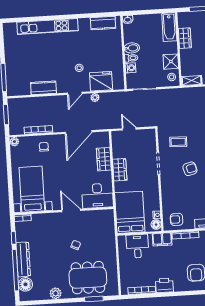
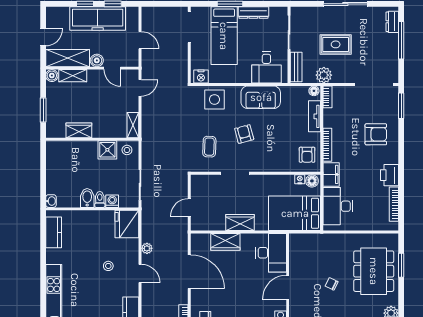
bathtub: (169, 27) -> (64, 149), removed
fridge: (101, 81) -> (127, 224), moved
desk: (137, 246) -> (338, 206), width x1.37

